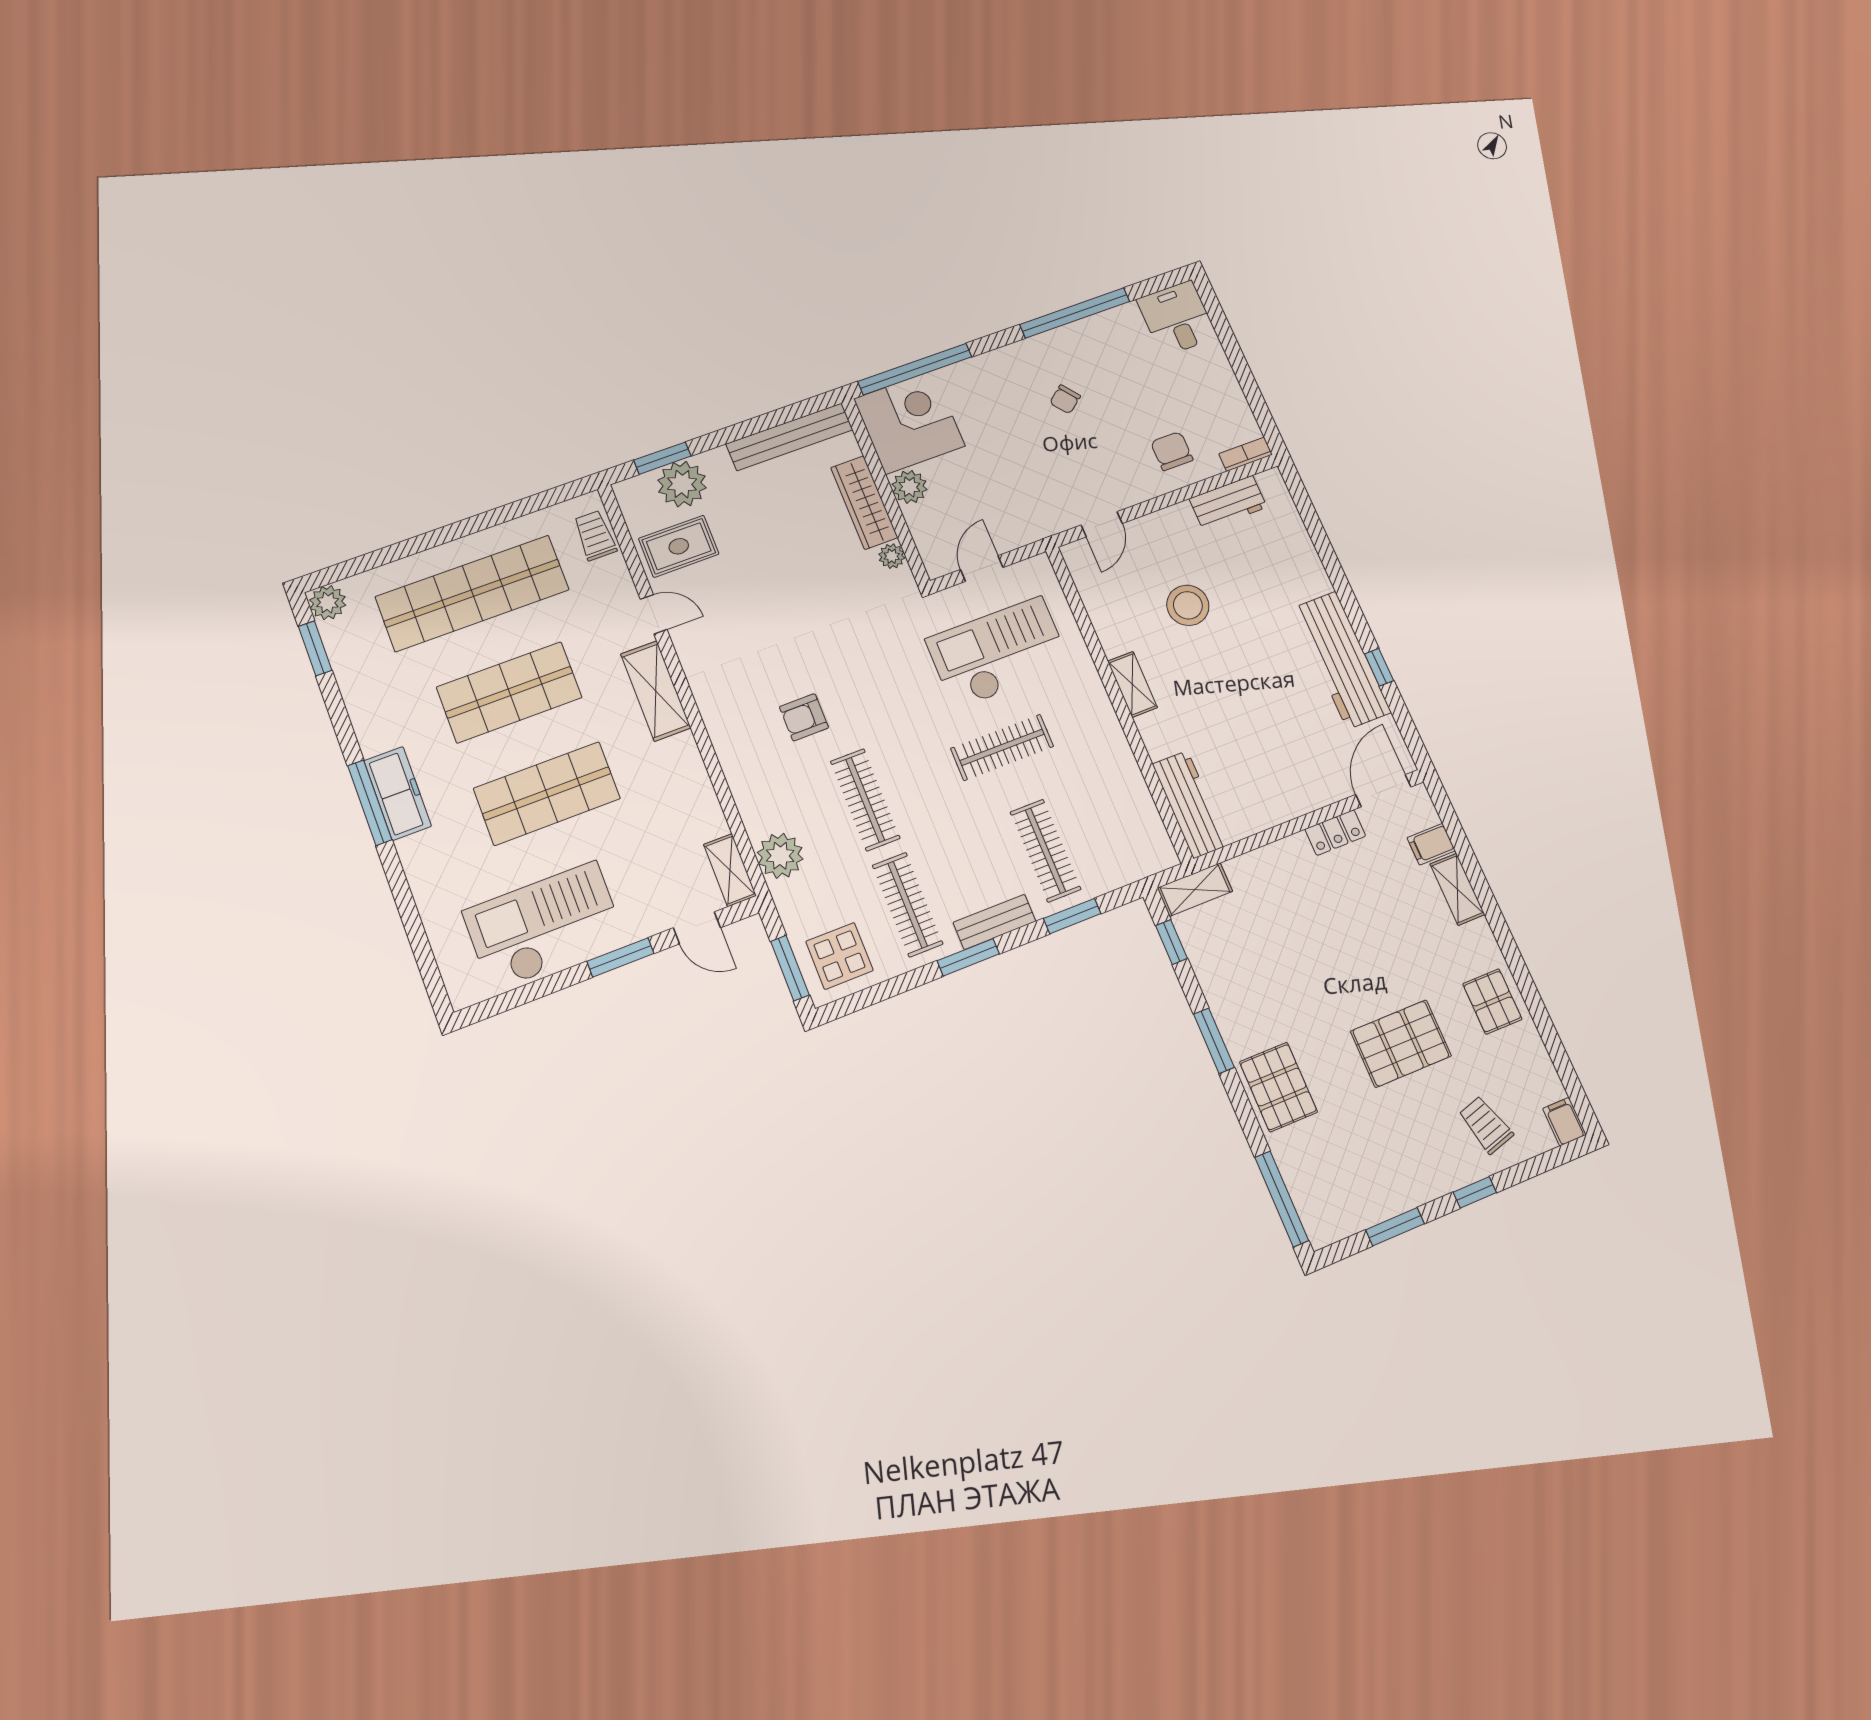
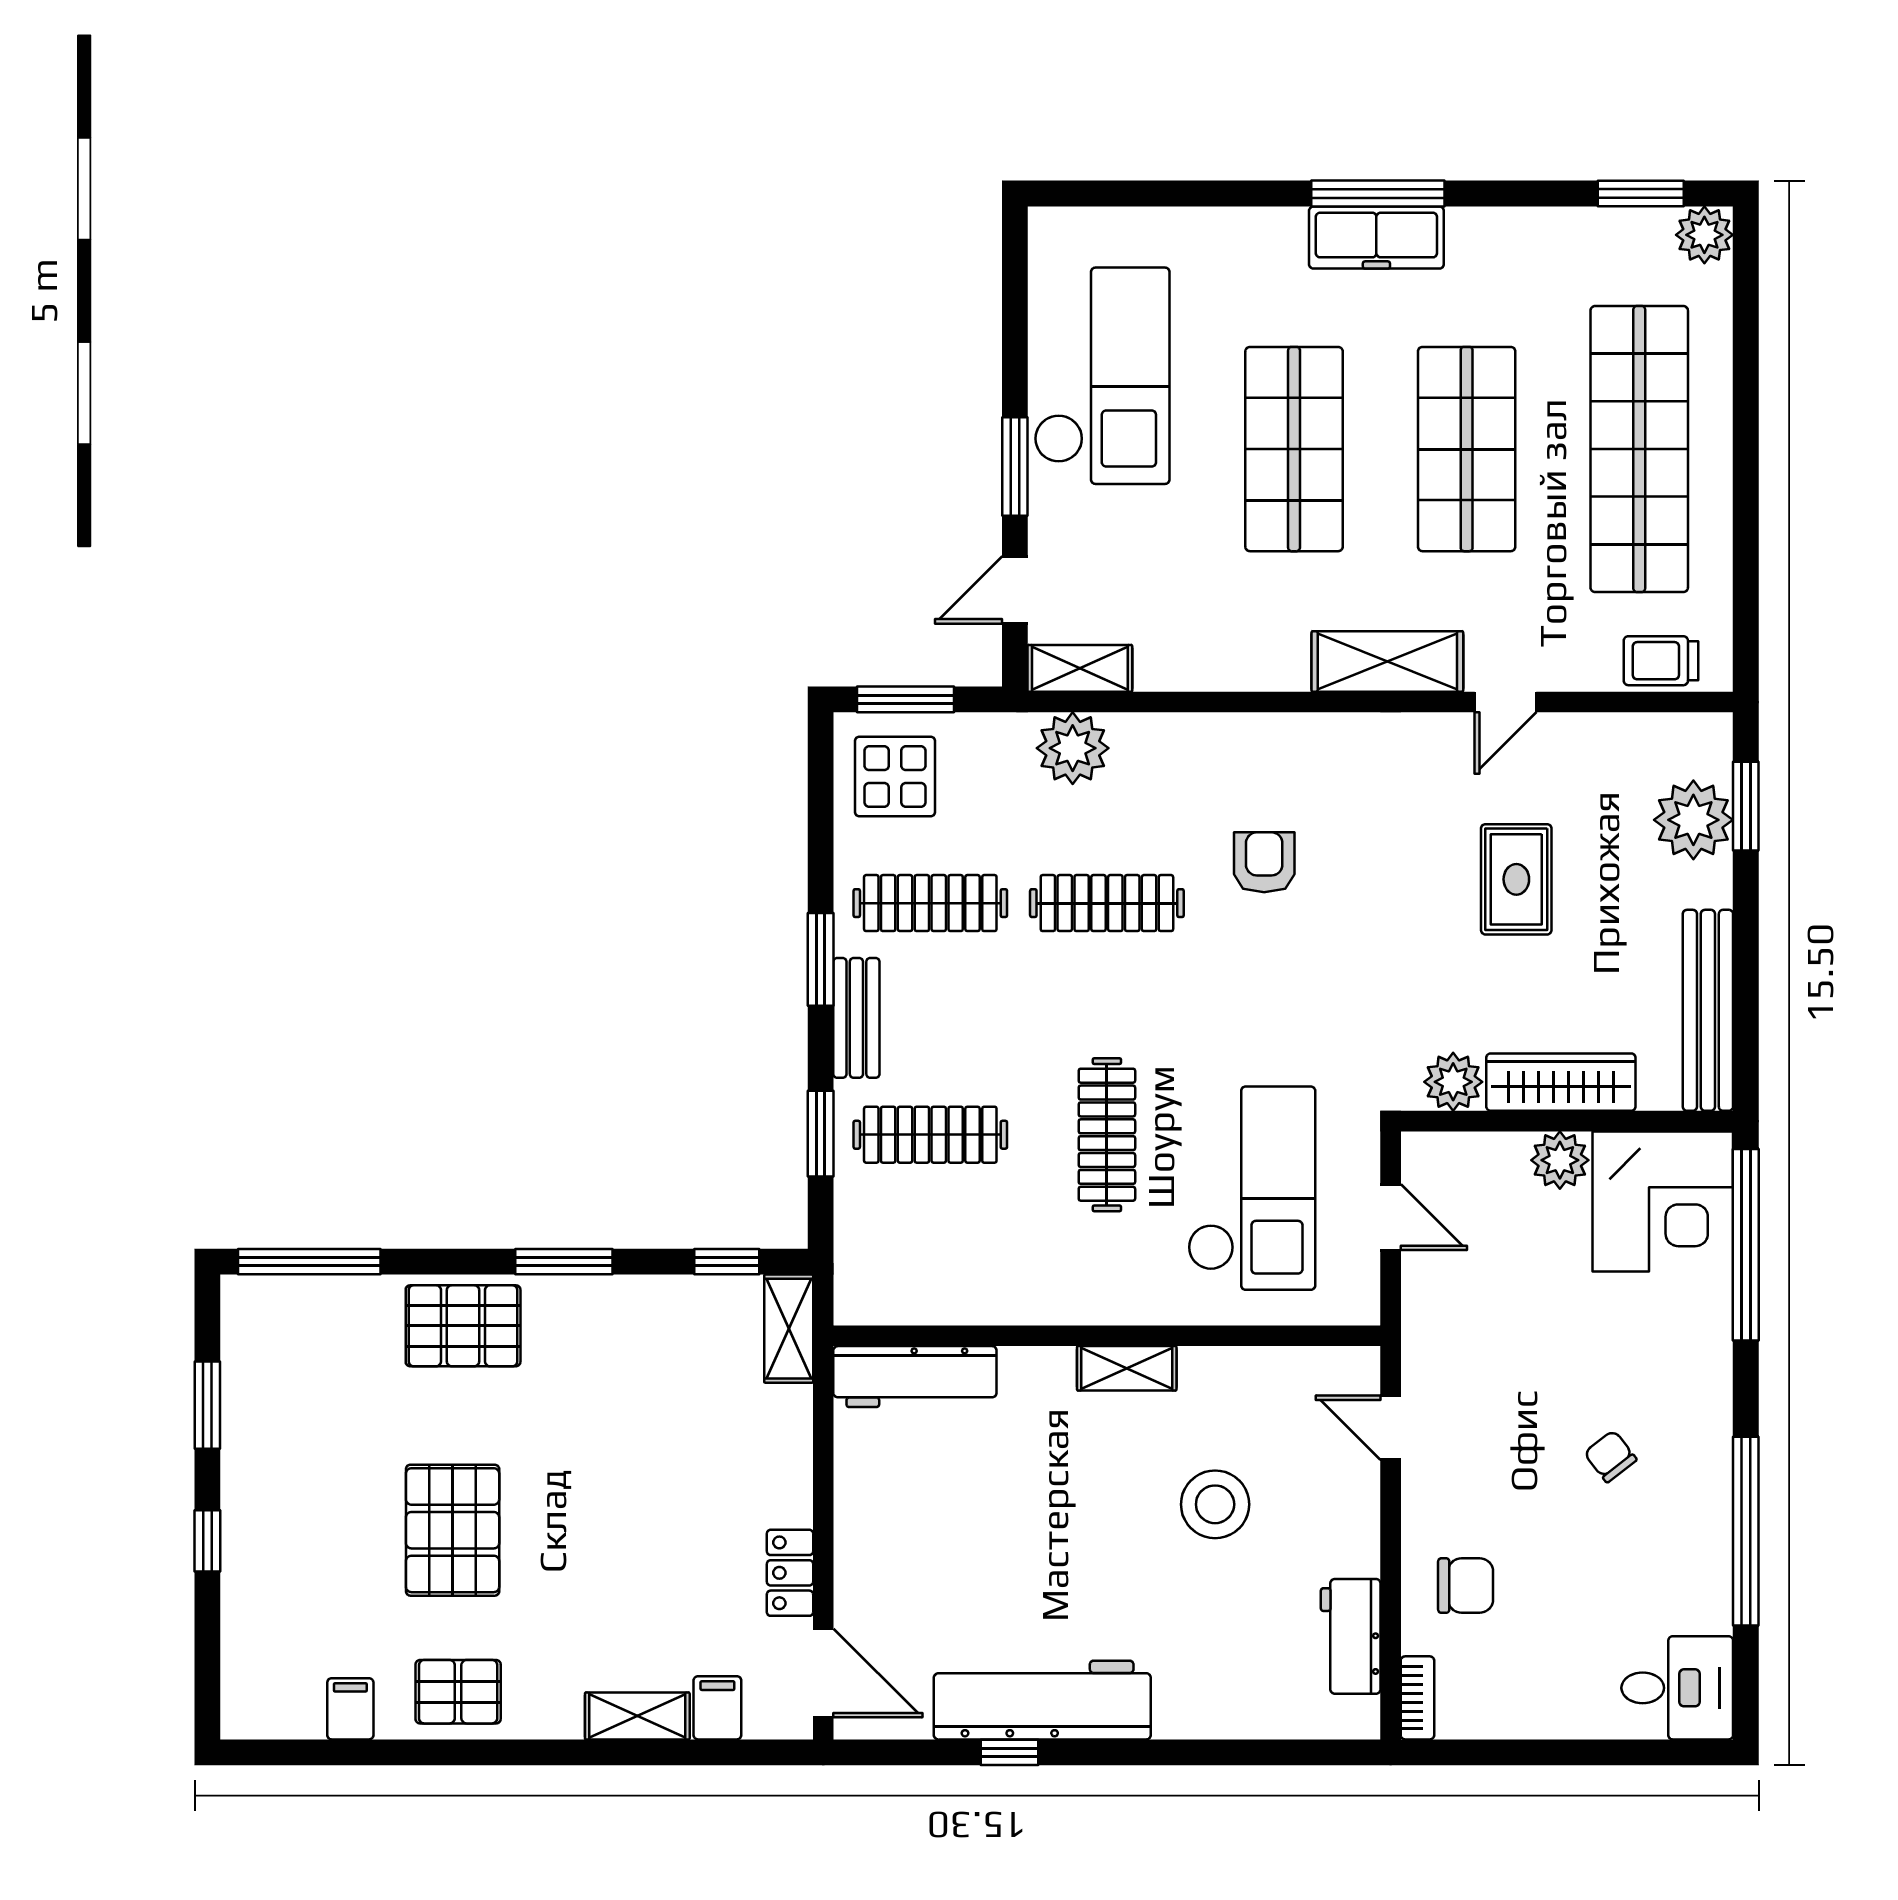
trolley: (595, 535) -> (1661, 661), turned 180
rug: (679, 546) -> (1516, 879), moved
plant: (892, 556) -> (1453, 1082), width x1.38, depth x1.38
filing cabinet: (1564, 1122) -> (350, 1709), moved, turned -90
trolley: (1486, 1125) -> (292, 1600), removed

